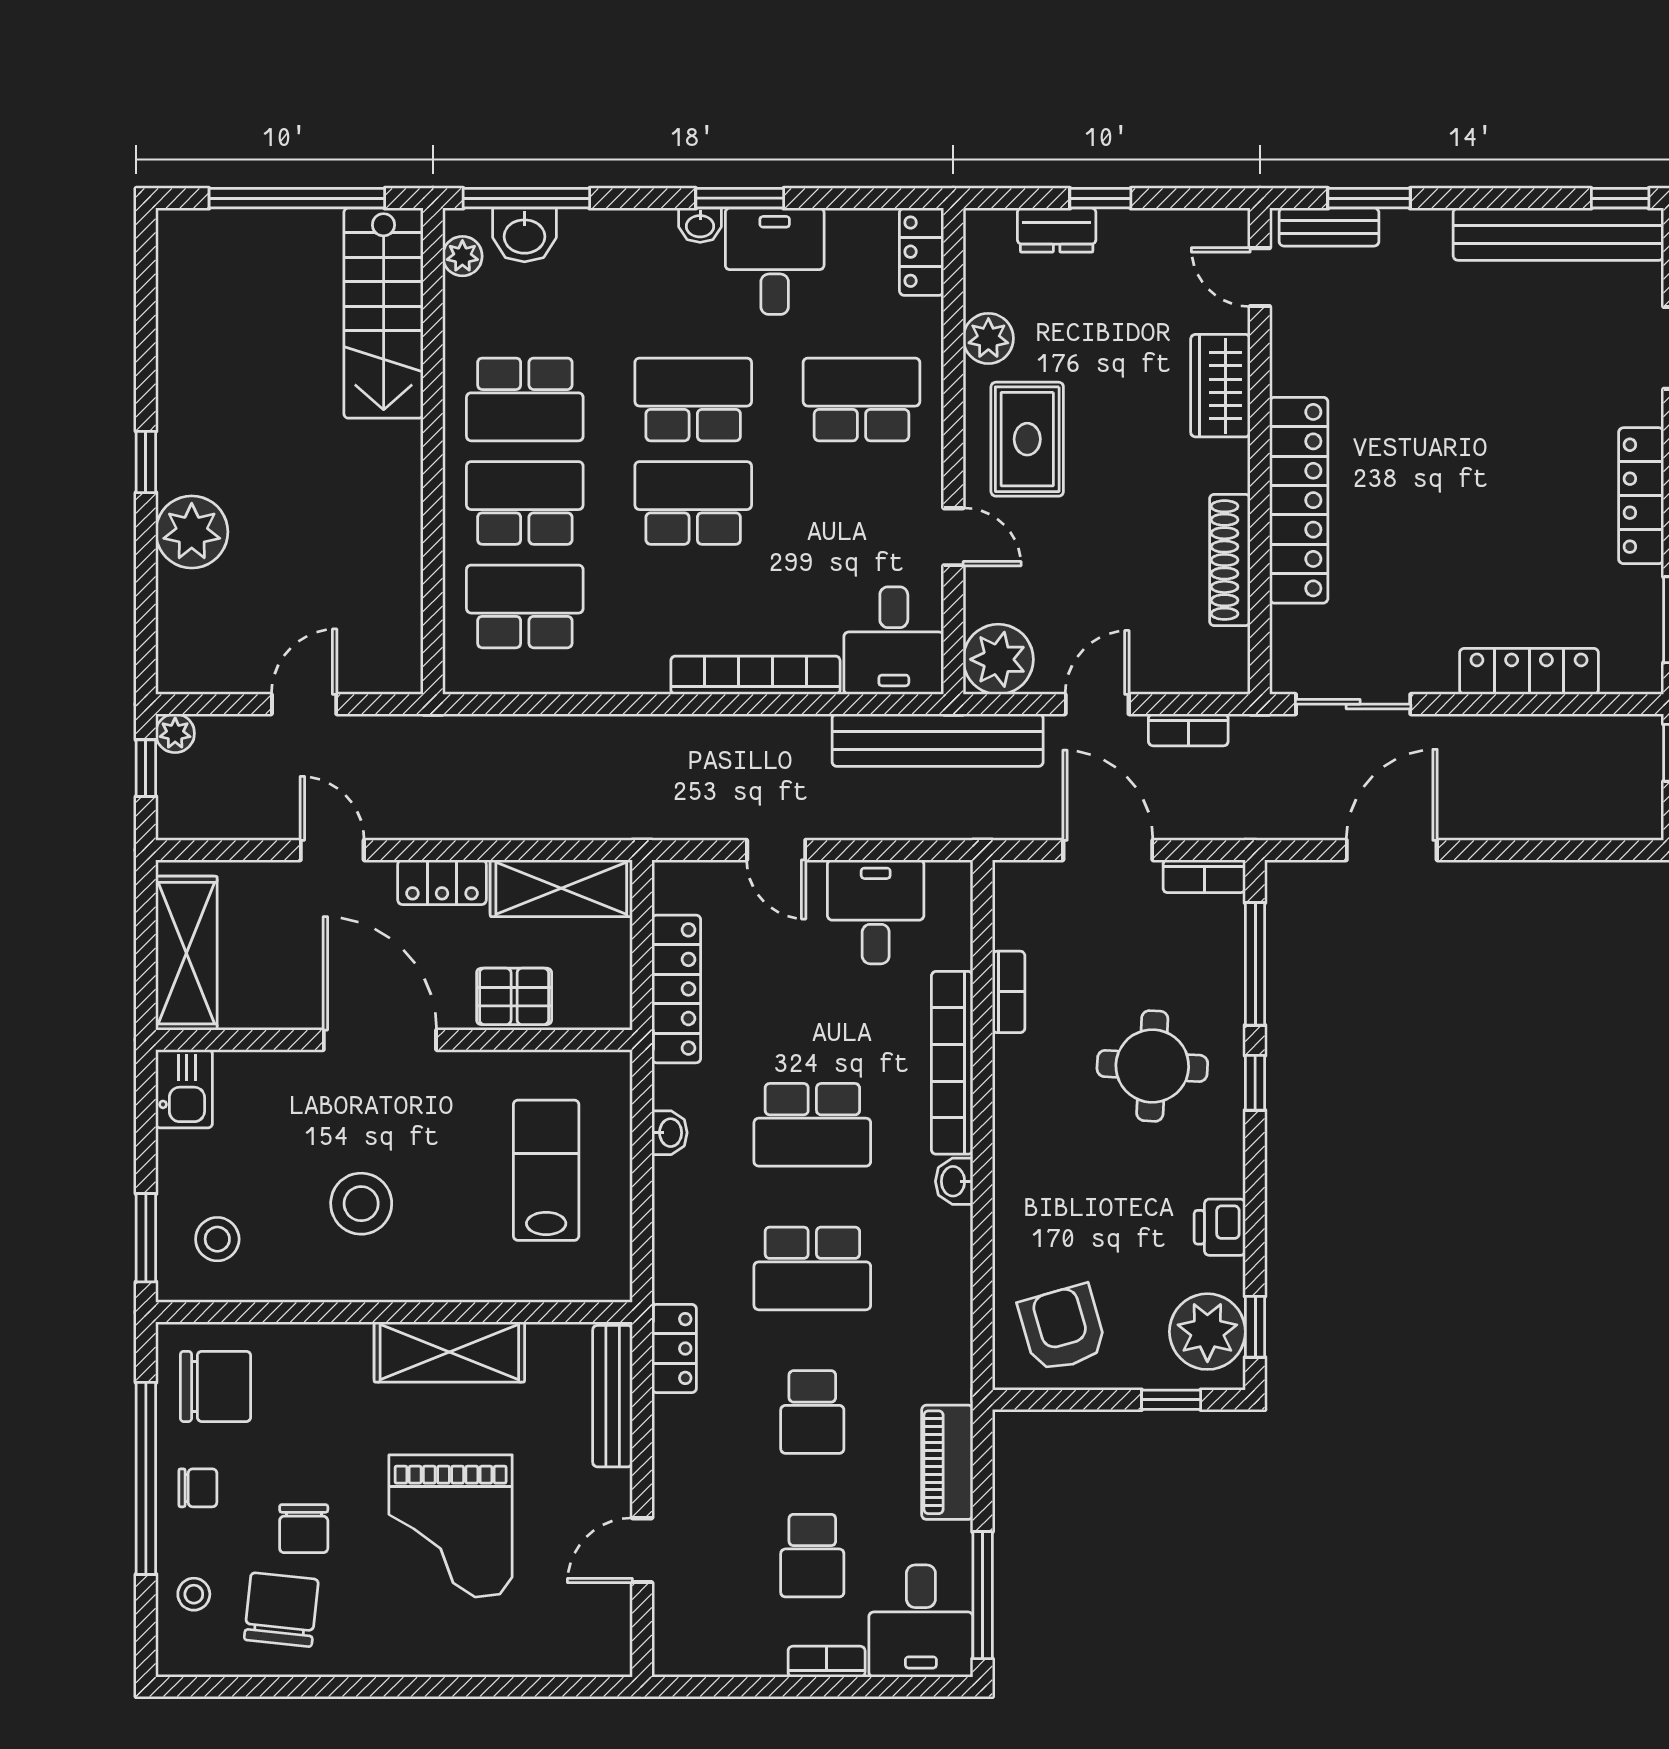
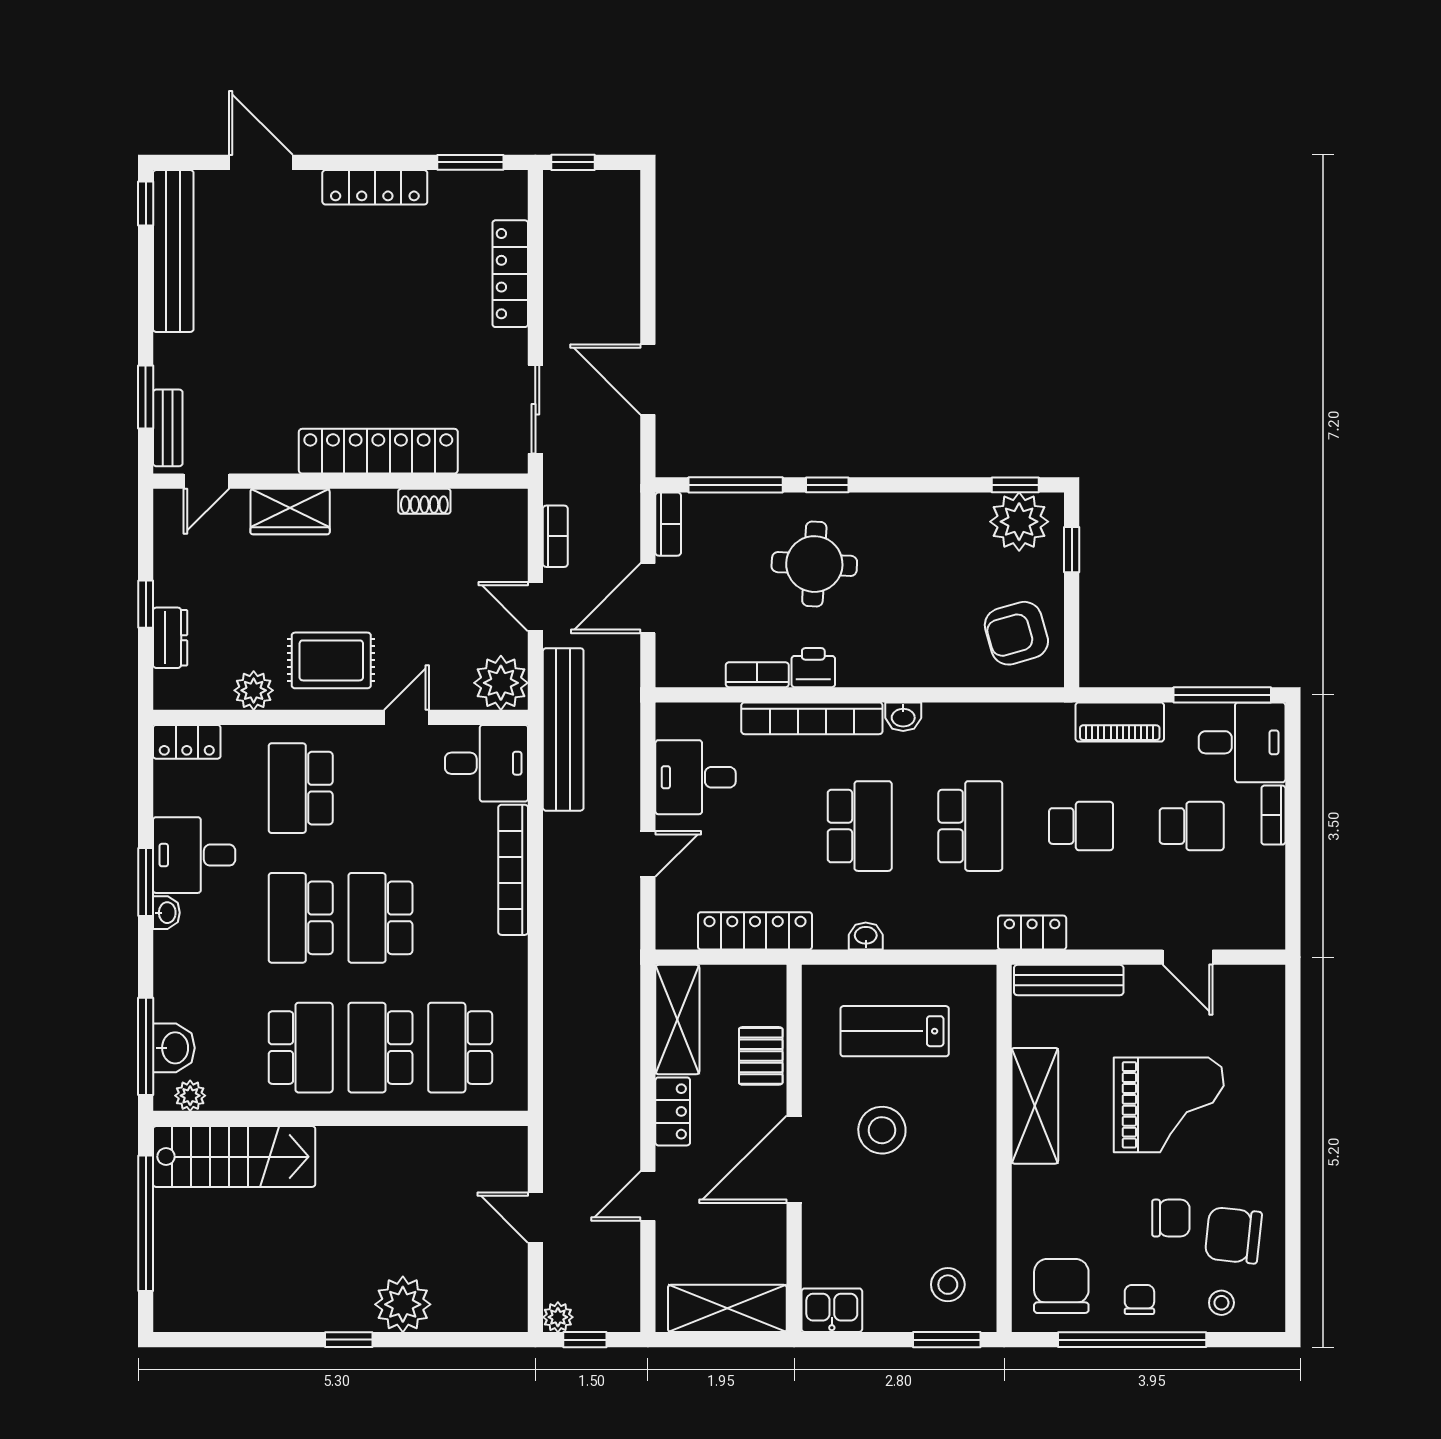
shoe rack: (1230, 560) -> (424, 501), width x0.51, depth x0.81
stool: (361, 1204) -> (882, 1130), moved
printer: (1220, 1227) -> (813, 668), moved, turned 180

